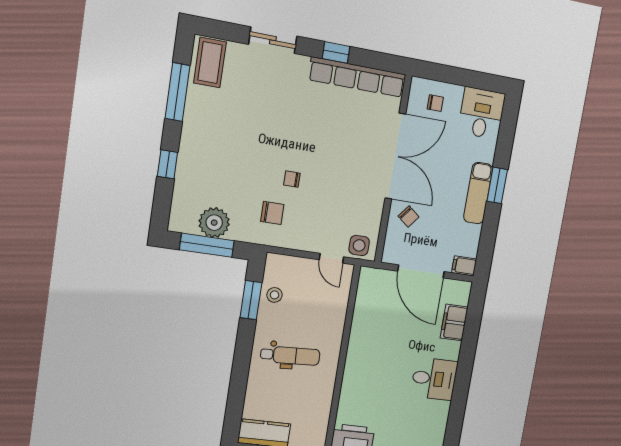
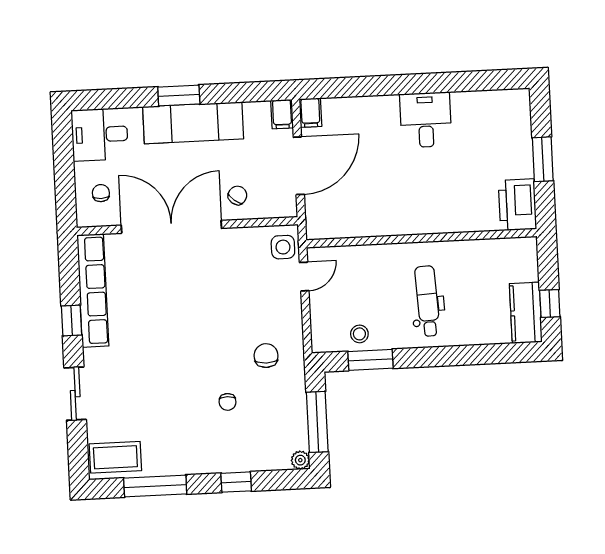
chair: (292, 179) -> (228, 402), moved
exam couch: (478, 193) -> (193, 123), width x1.36, depth x1.45
plant: (214, 223) -> (300, 460), moved, width x0.53, depth x0.53
filing cabinet: (454, 322) -> (310, 113), moved, width x0.50

